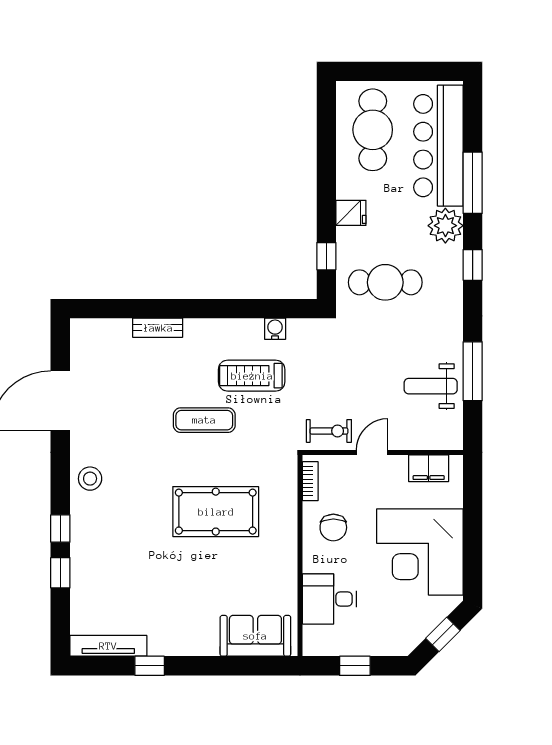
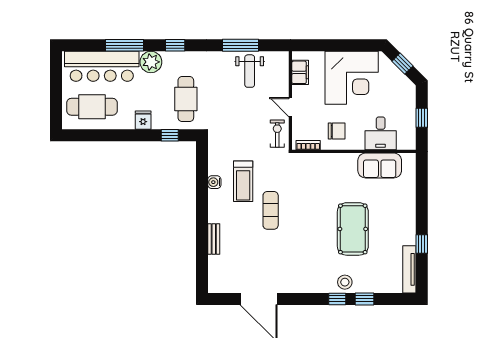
water cooler: (275, 329) -> (214, 182), moved
stool: (90, 479) -> (345, 282), moved
pool table: (216, 512) -> (353, 229), moved
sofa: (255, 636) -> (380, 165), moved, turned -90

